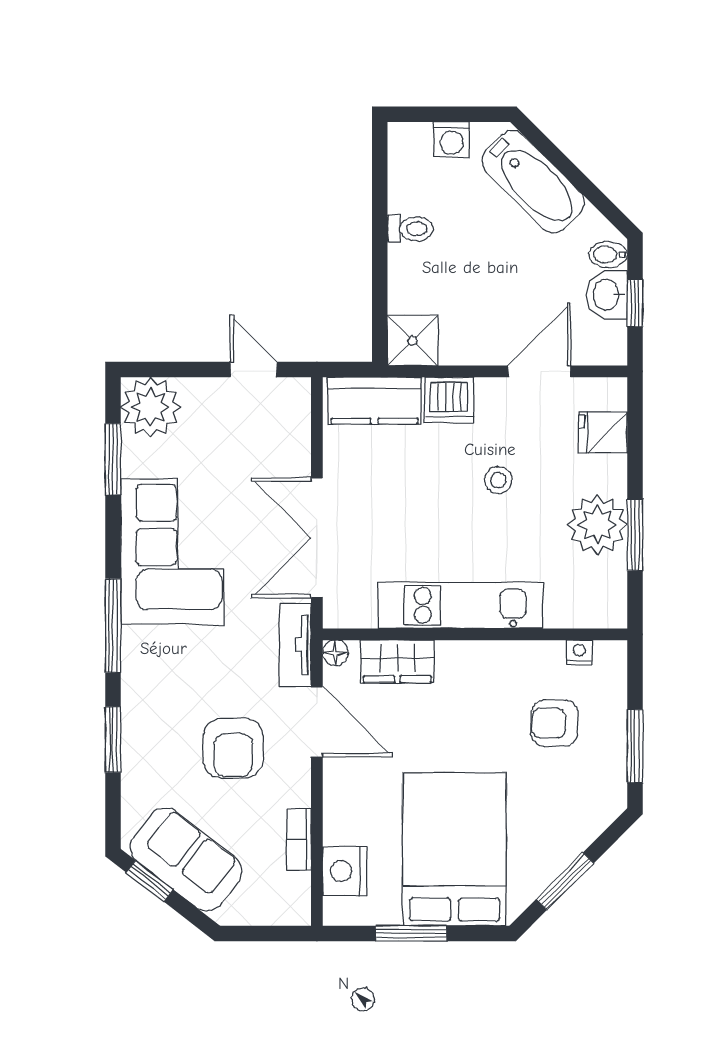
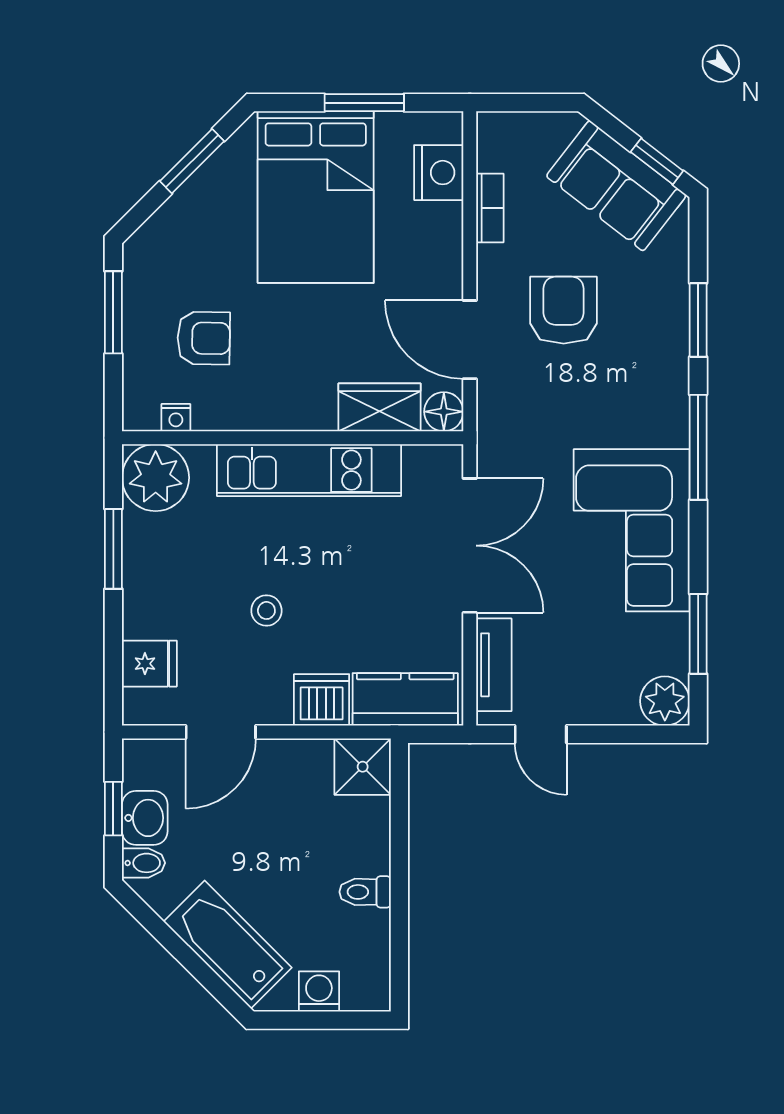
plant: (151, 407) -> (665, 701), width x0.73, depth x0.73
plant: (597, 525) -> (156, 478), moved
tv unit: (295, 645) -> (494, 665), moved
floor lamp: (335, 653) -> (444, 412), width x1.37, depth x1.37

